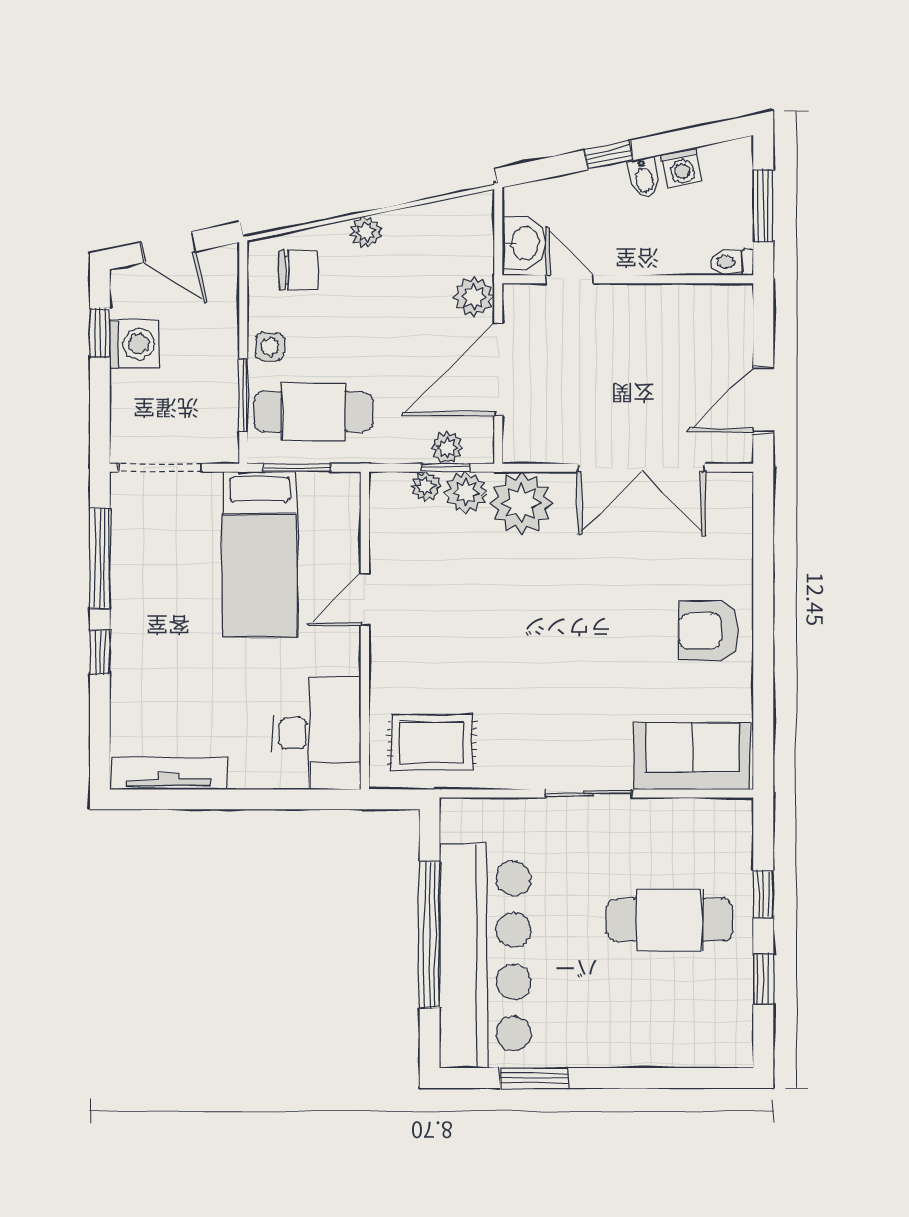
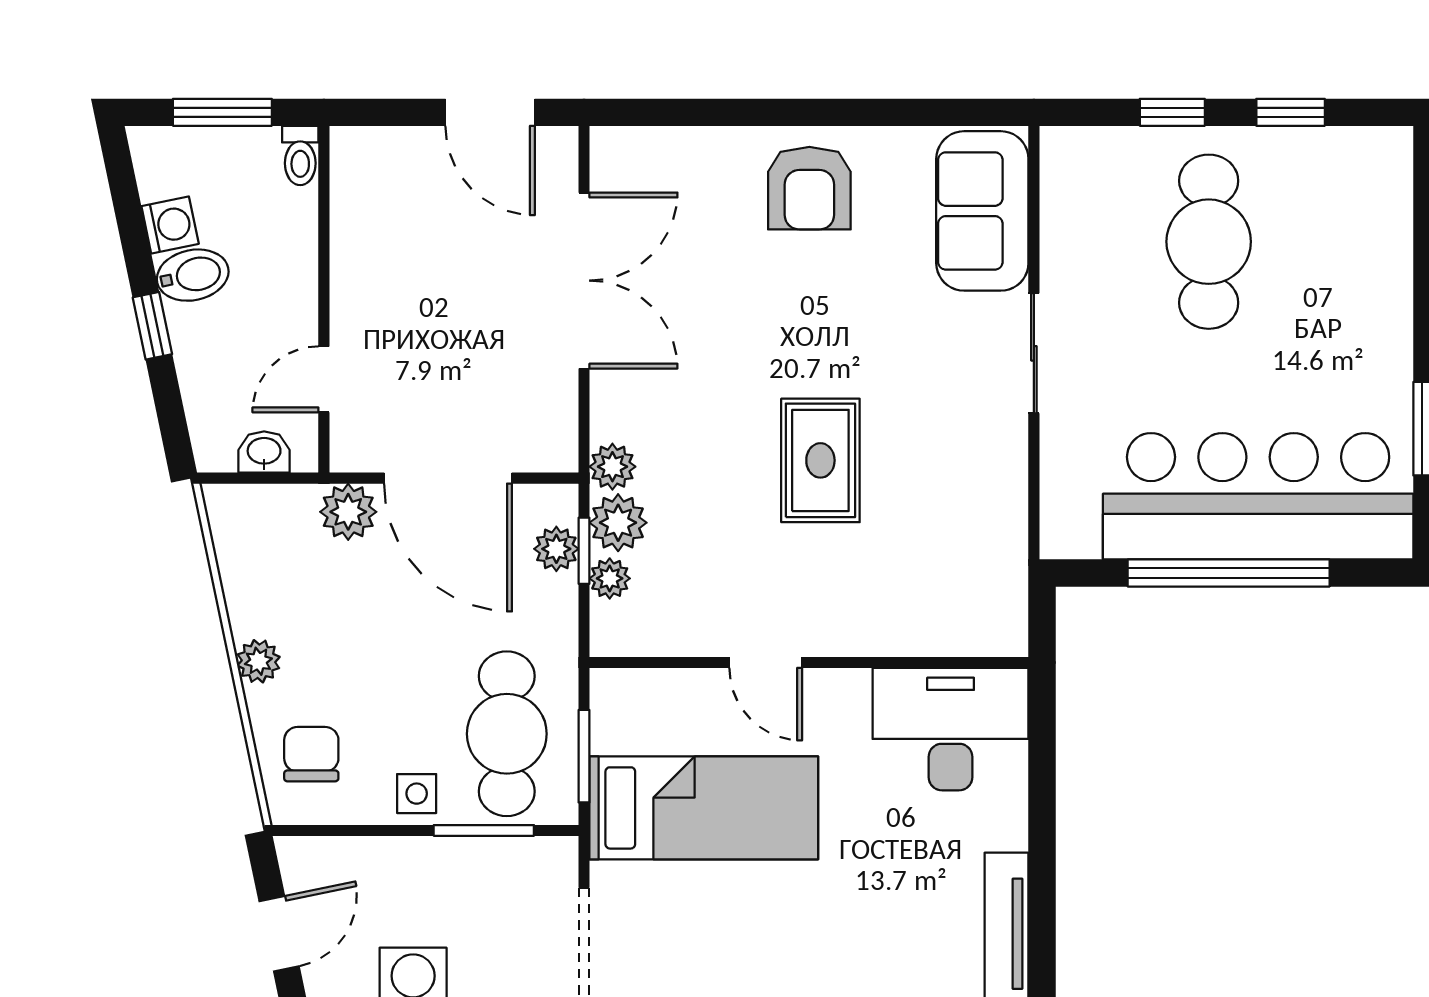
bidet: (644, 178) -> (193, 275), width x1.38, depth x1.36
washbasin: (524, 243) -> (264, 452), width x0.72, depth x0.69
plant: (521, 503) -> (612, 467), width x0.53, depth x0.53
rug: (432, 742) -> (820, 460), moved

